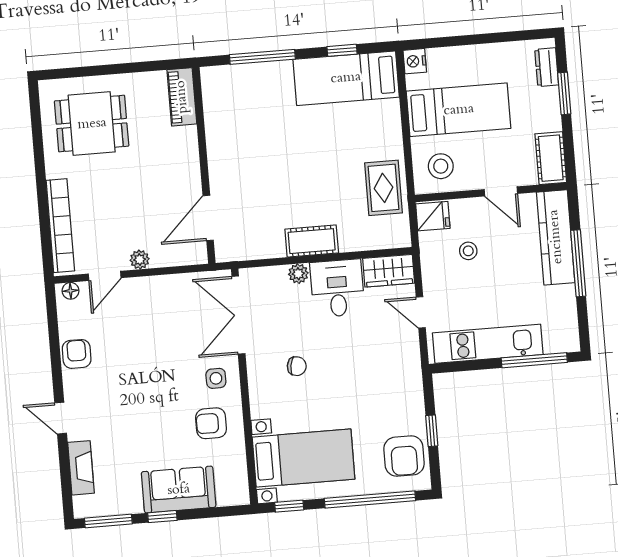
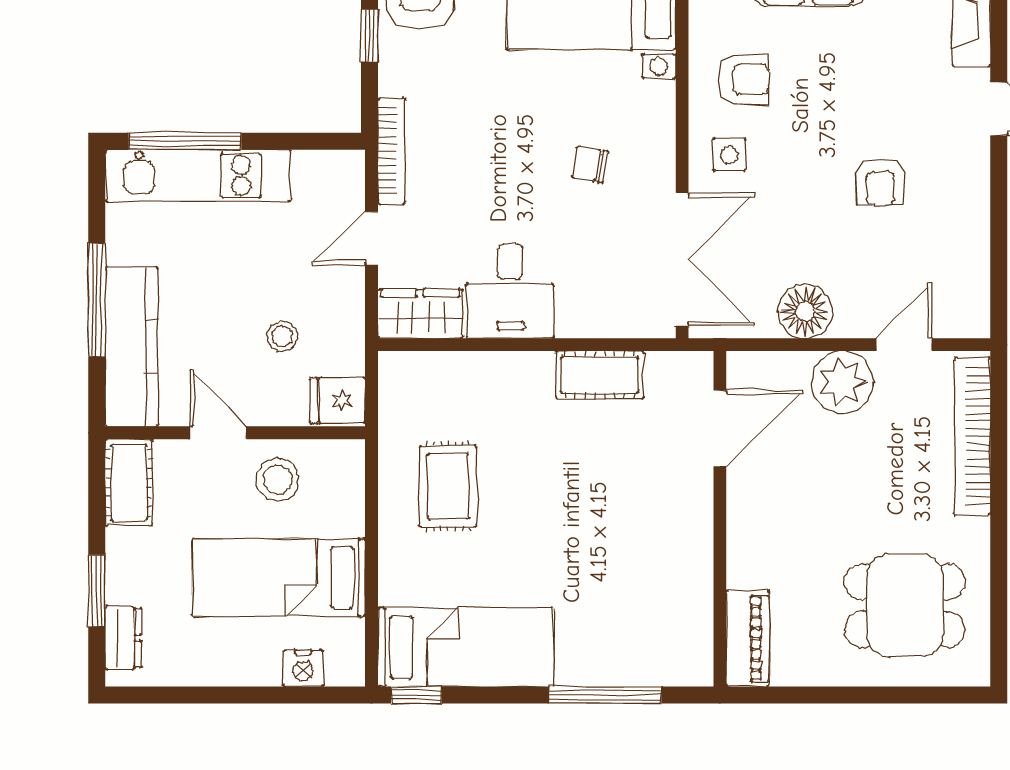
window: (342, 50) -> (416, 695), moved
nightstand: (415, 61) -> (303, 668), moved, turned 90
stool: (441, 166) -> (278, 480), moved
rug: (384, 188) -> (448, 486), moved
cot: (312, 241) -> (600, 375), moved
plant: (140, 260) -> (842, 382), width x1.88, depth x1.88
plant: (298, 274) -> (574, 321), removed
floor lamp: (71, 291) -> (805, 311), moved, width x1.89, depth x1.89
door: (421, 312) -> (372, 238), swing flipped
kitchen unit: (488, 344) -> (198, 176), moved
armchair: (77, 354) -> (880, 182), moved
bookcase: (413, 364) -> (391, 151), added

